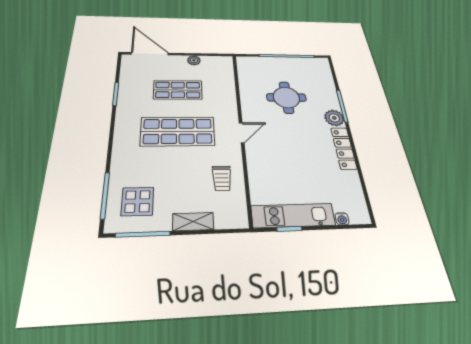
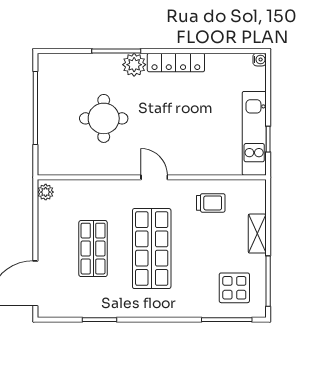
plant: (194, 60) -> (46, 192), moved
water cooler: (342, 219) -> (260, 60), moved

